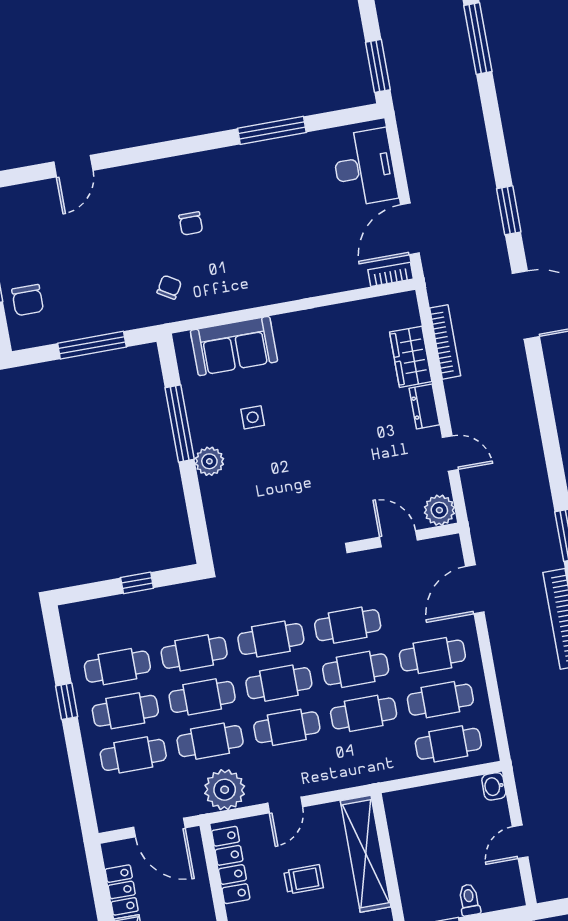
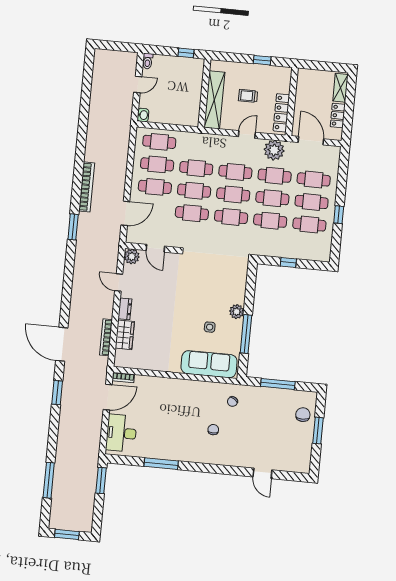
door: (73, 166) -> (262, 473), swing flipped
sofa: (234, 346) -> (209, 364), width x1.36
toilet: (469, 900) -> (148, 61), moved

